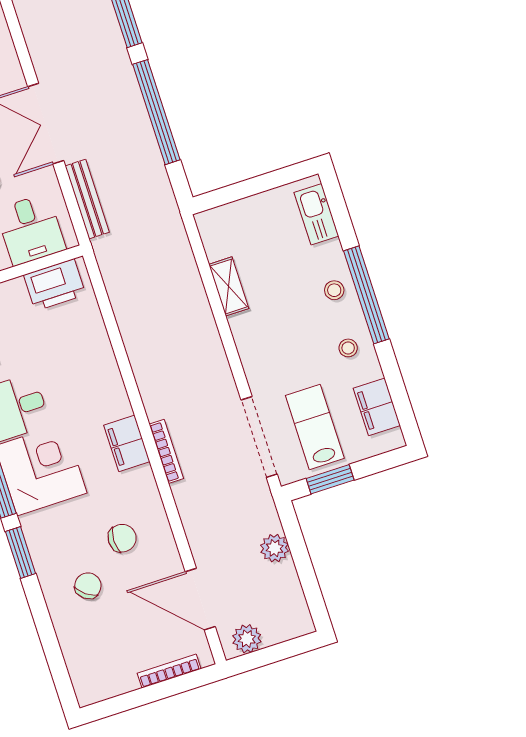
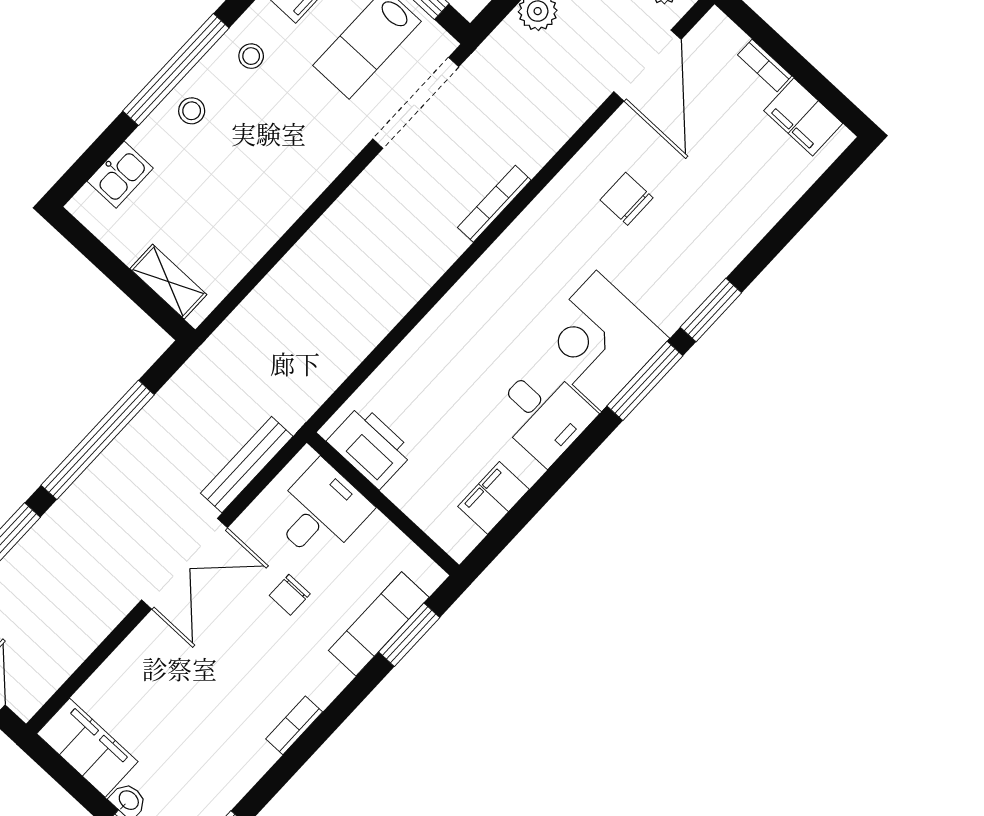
kitchen sink: (316, 214) -> (120, 175), width x0.73
shelving: (229, 286) -> (168, 282), moved, turned 90
filing cabinet: (127, 443) -> (803, 117), moved, turned 90
chair: (88, 586) -> (706, 208), removed
bookcase: (169, 671) -> (765, 65), width x0.64

